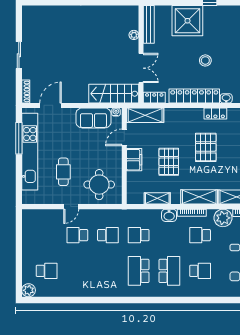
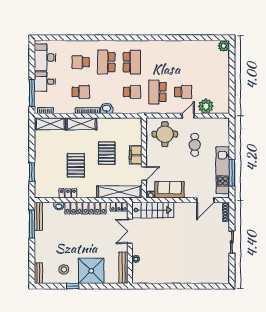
stool: (205, 60) -> (64, 269), moved
shelving: (145, 115) -> (119, 192), width x1.47
kitchen unit: (30, 152) -> (223, 170), width x0.73
shelving: (157, 198) -> (116, 123), removed
plant: (223, 218) -> (206, 106), moved
school desk: (108, 235) -> (157, 92), width x1.85
school desk: (47, 271) -> (209, 62), removed

